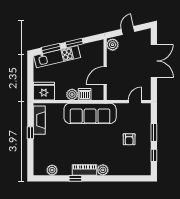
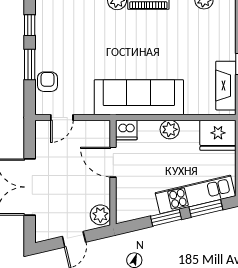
door: (105, 75) -> (113, 162), swing flipped
dishwasher: (85, 94) -> (126, 130), moved
armchair: (129, 139) -> (48, 82), moved

